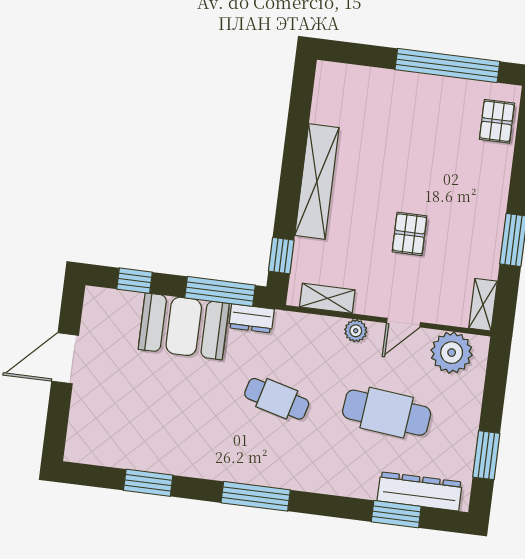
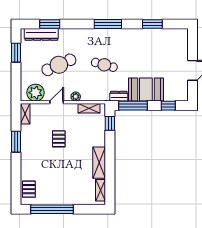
shelving: (324, 97) -> (101, 190), added
shelving: (317, 182) -> (99, 163), width x0.68
cafe table: (387, 413) -> (59, 65), turned -30

